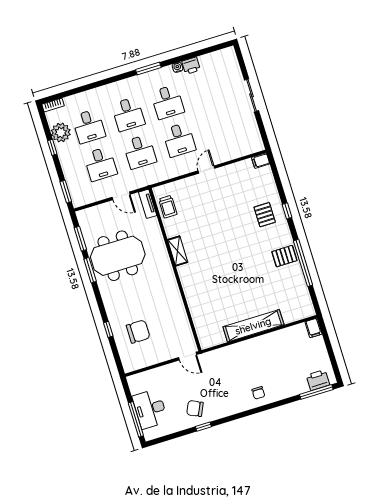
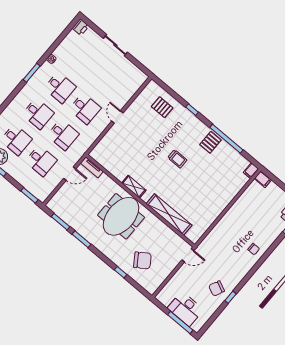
printer: (191, 66) -> (81, 27), moved
filing cabinet: (261, 161) -> (251, 171), moved
trolley: (168, 207) -> (177, 159), moved
pallet: (265, 215) -> (162, 107), moved
meeting table: (118, 256) -> (121, 216), moved
shelving: (253, 326) -> (169, 214), moved, turned 90
chair: (138, 332) -> (142, 260), turned 56

